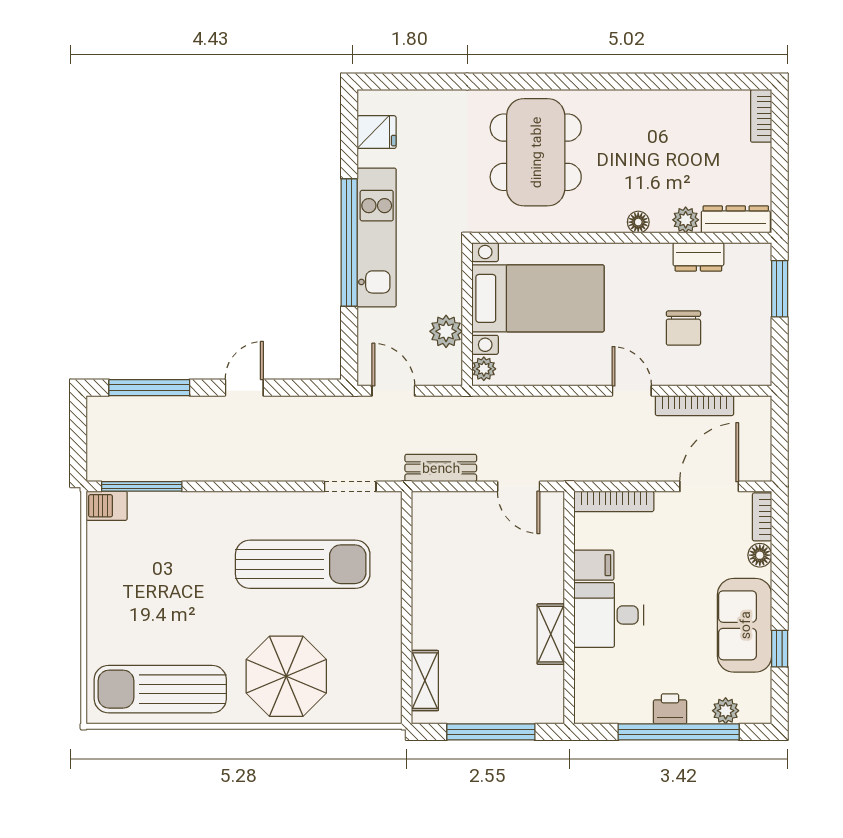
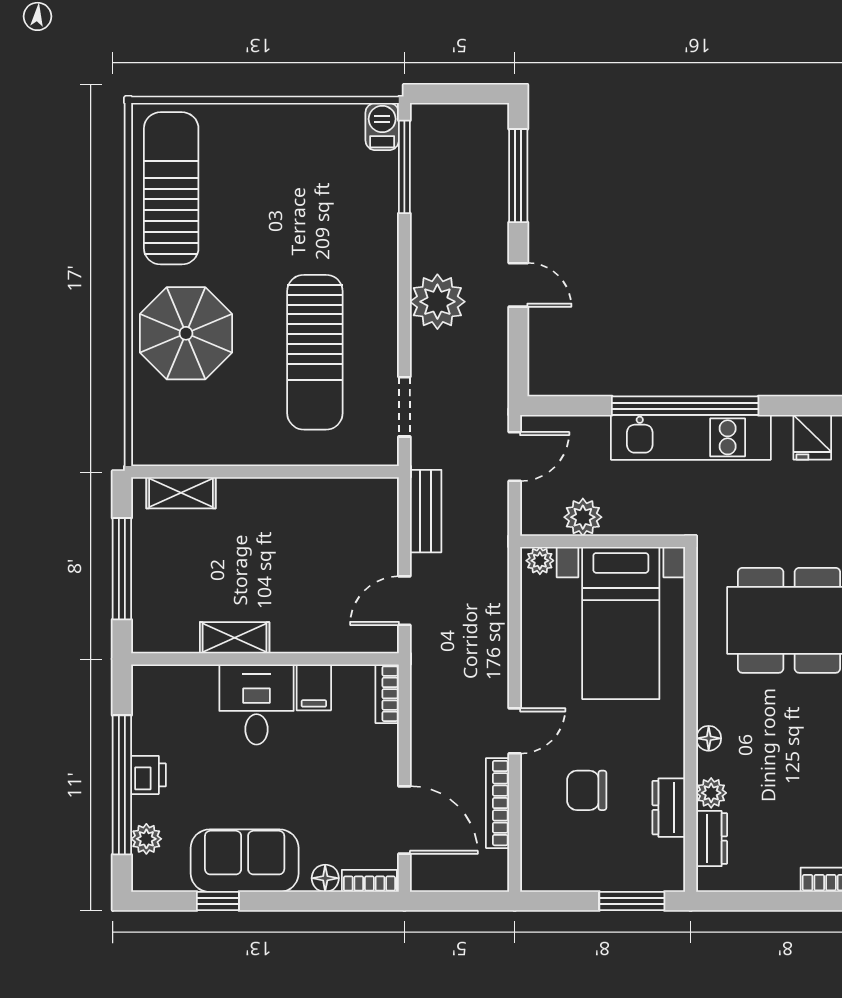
dresser: (736, 219) -> (712, 839), width x0.70
plant: (259, 458) -> (437, 302), added
bookcase: (614, 501) -> (387, 694), width x0.64

